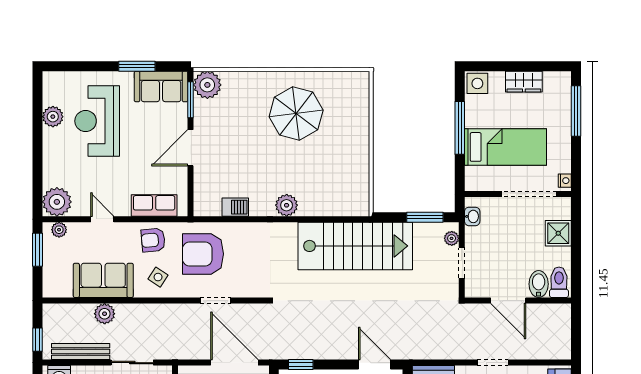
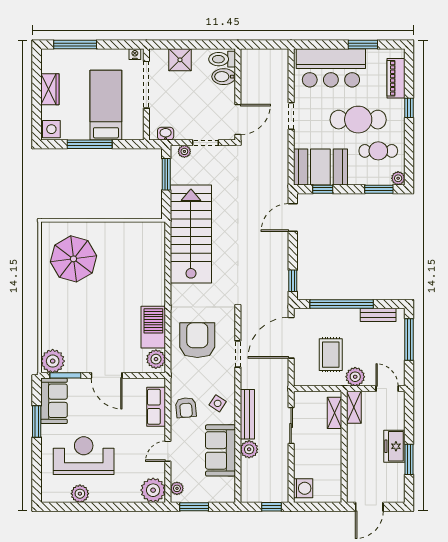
parasol: (296, 113) -> (73, 259), moved
reception desk: (97, 121) -> (84, 456), turned 180
plant: (287, 205) -> (156, 359), moved
barbecue: (235, 207) -> (153, 327), width x1.88, depth x1.53
armchair: (203, 254) -> (197, 340), moved, turned 180
door: (508, 301) -> (238, 119), moved
bench: (81, 352) -> (247, 414), moved

